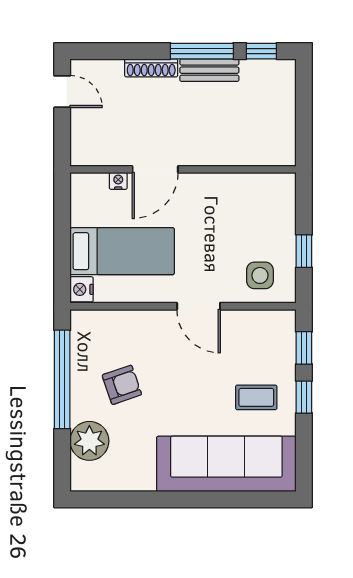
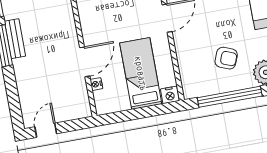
shoe rack: (151, 68) -> (20, 76), removed
door: (155, 169) -> (85, 62), hinge flipped
armchair: (122, 385) -> (226, 58), turned 131

